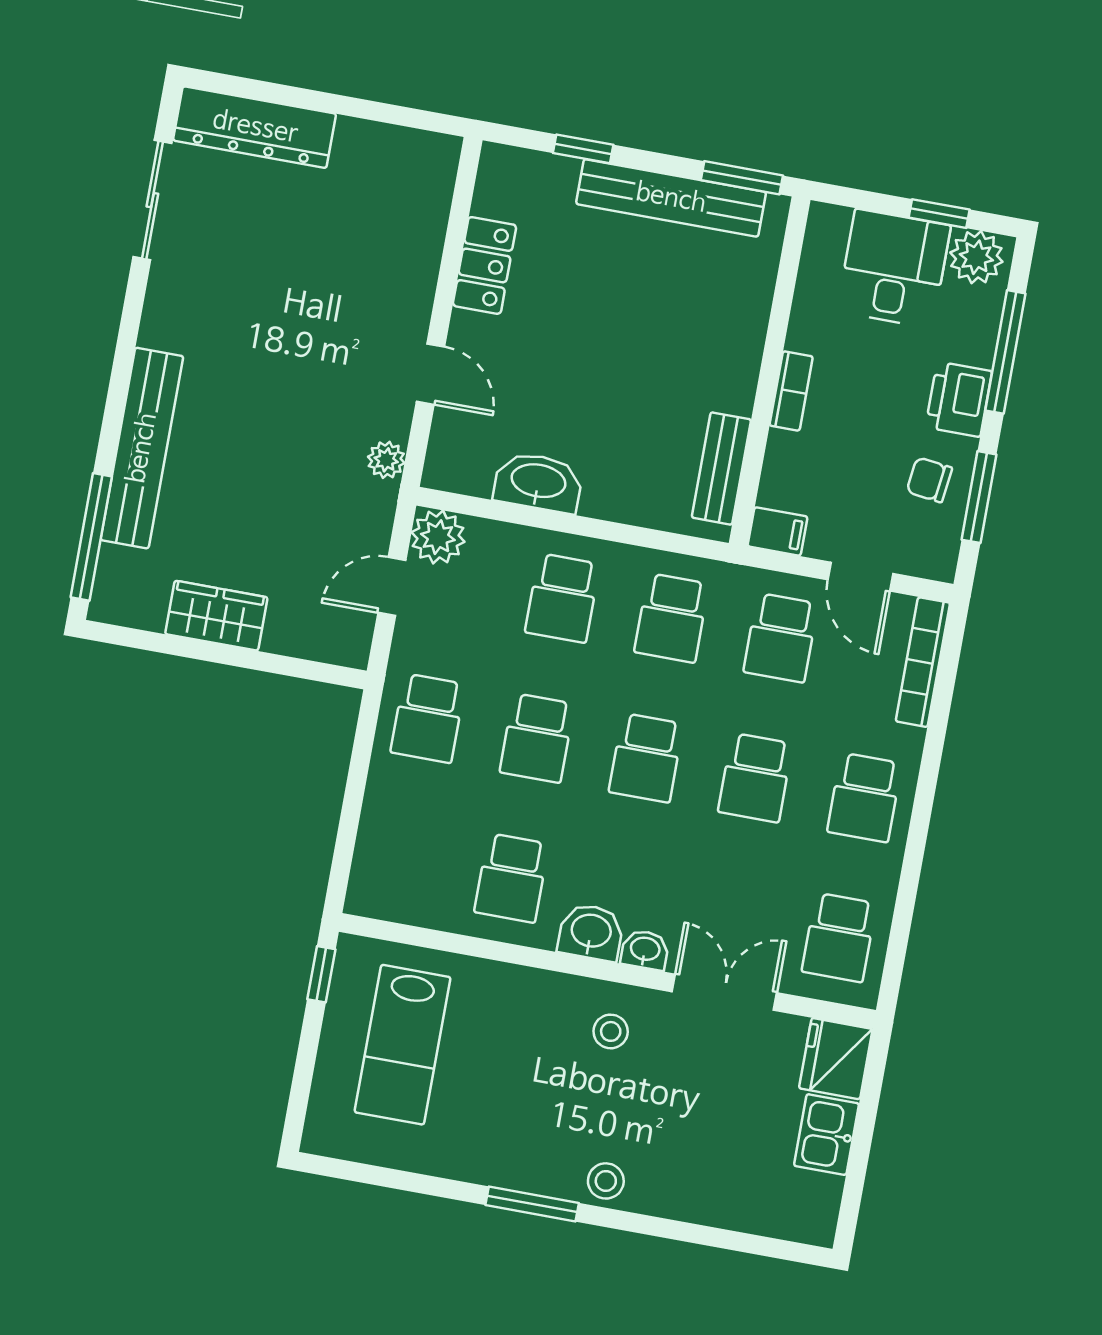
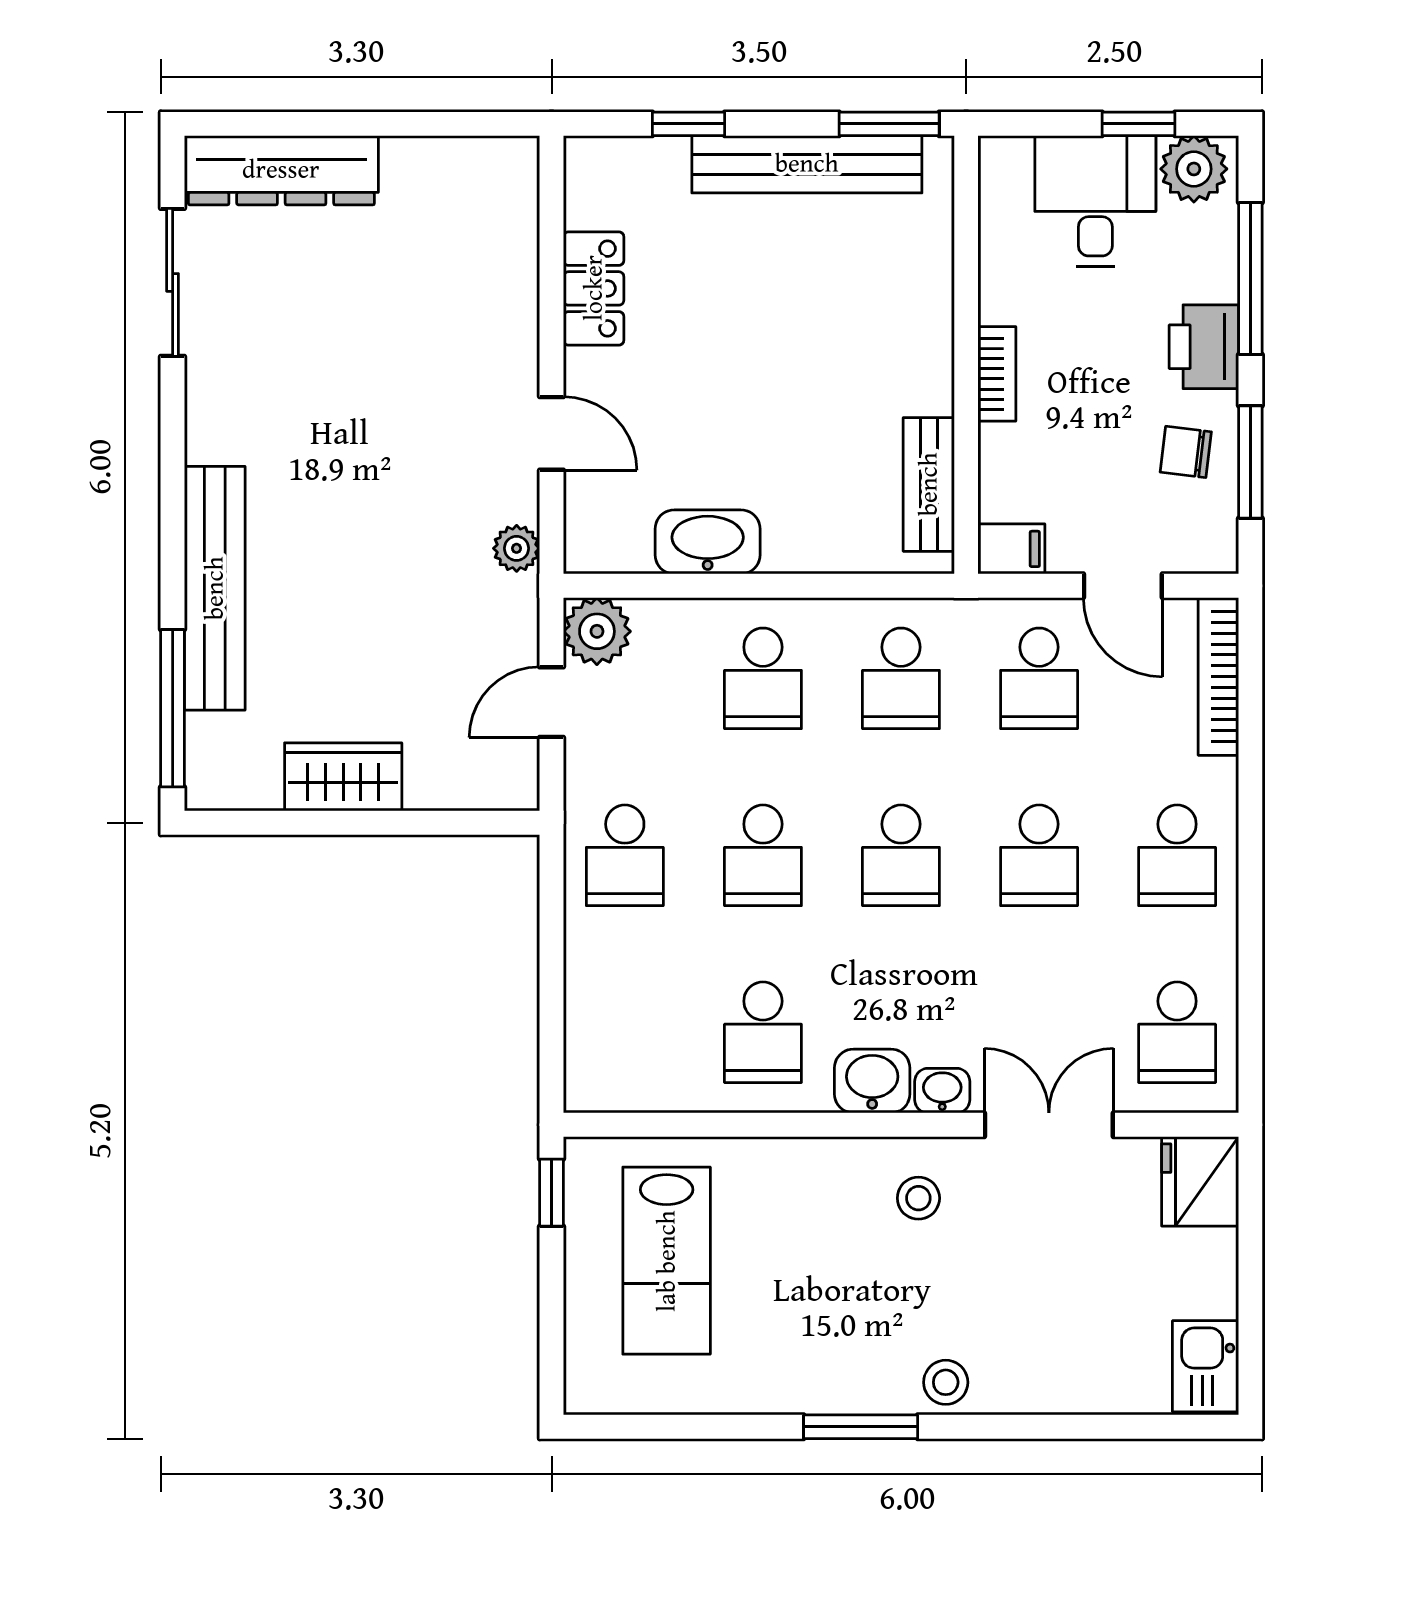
kitchen sink: (826, 1135) -> (1206, 1366), moved

